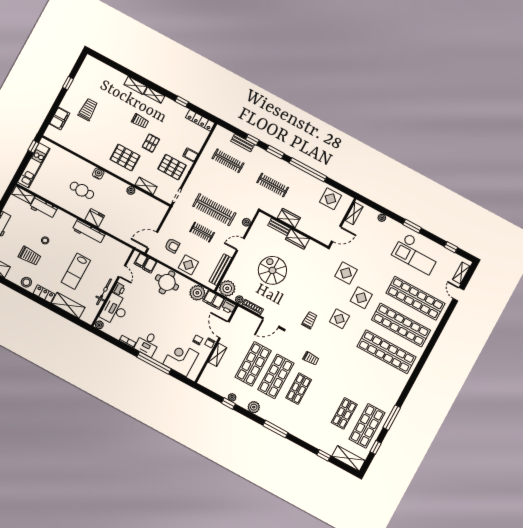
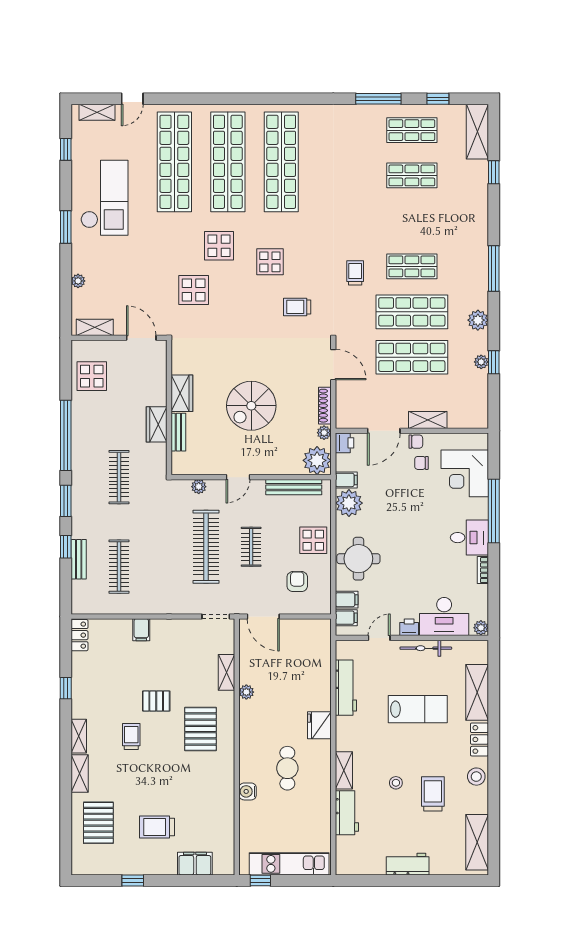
locker: (200, 120) -> (79, 635), width x0.66
pallet: (172, 167) -> (98, 823), moved
water cooler: (98, 173) -> (248, 791), moved
shelving: (23, 195) -> (344, 770), moved
workbench: (89, 232) -> (346, 688), moved
door: (153, 240) -> (263, 616), moved
door: (240, 244) -> (238, 477), hinge flipped
filing cabinet: (214, 300) -> (346, 480), width x0.50
shop shelf: (367, 426) -> (412, 130), width x0.70, depth x0.74

